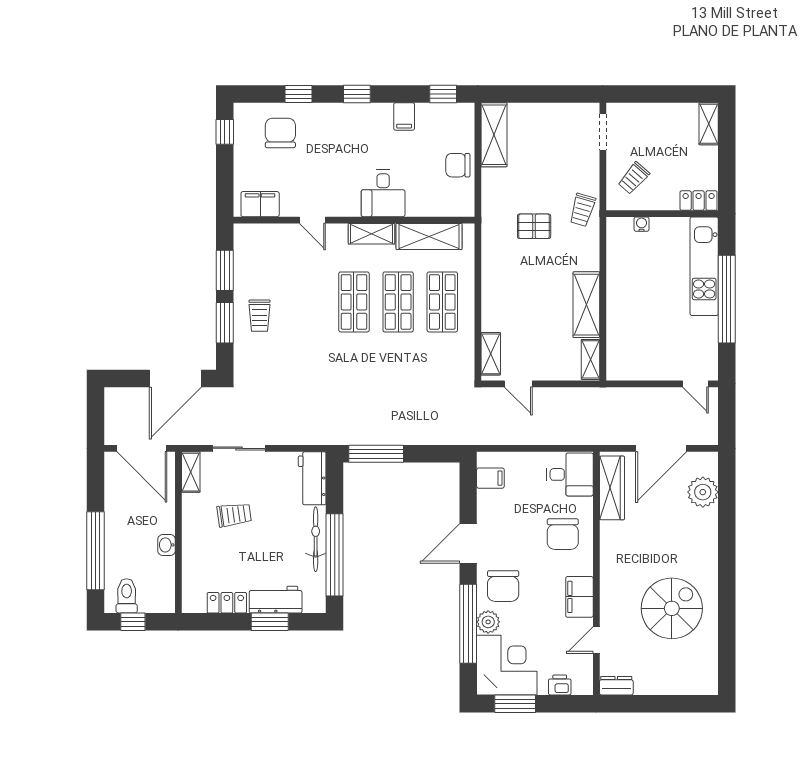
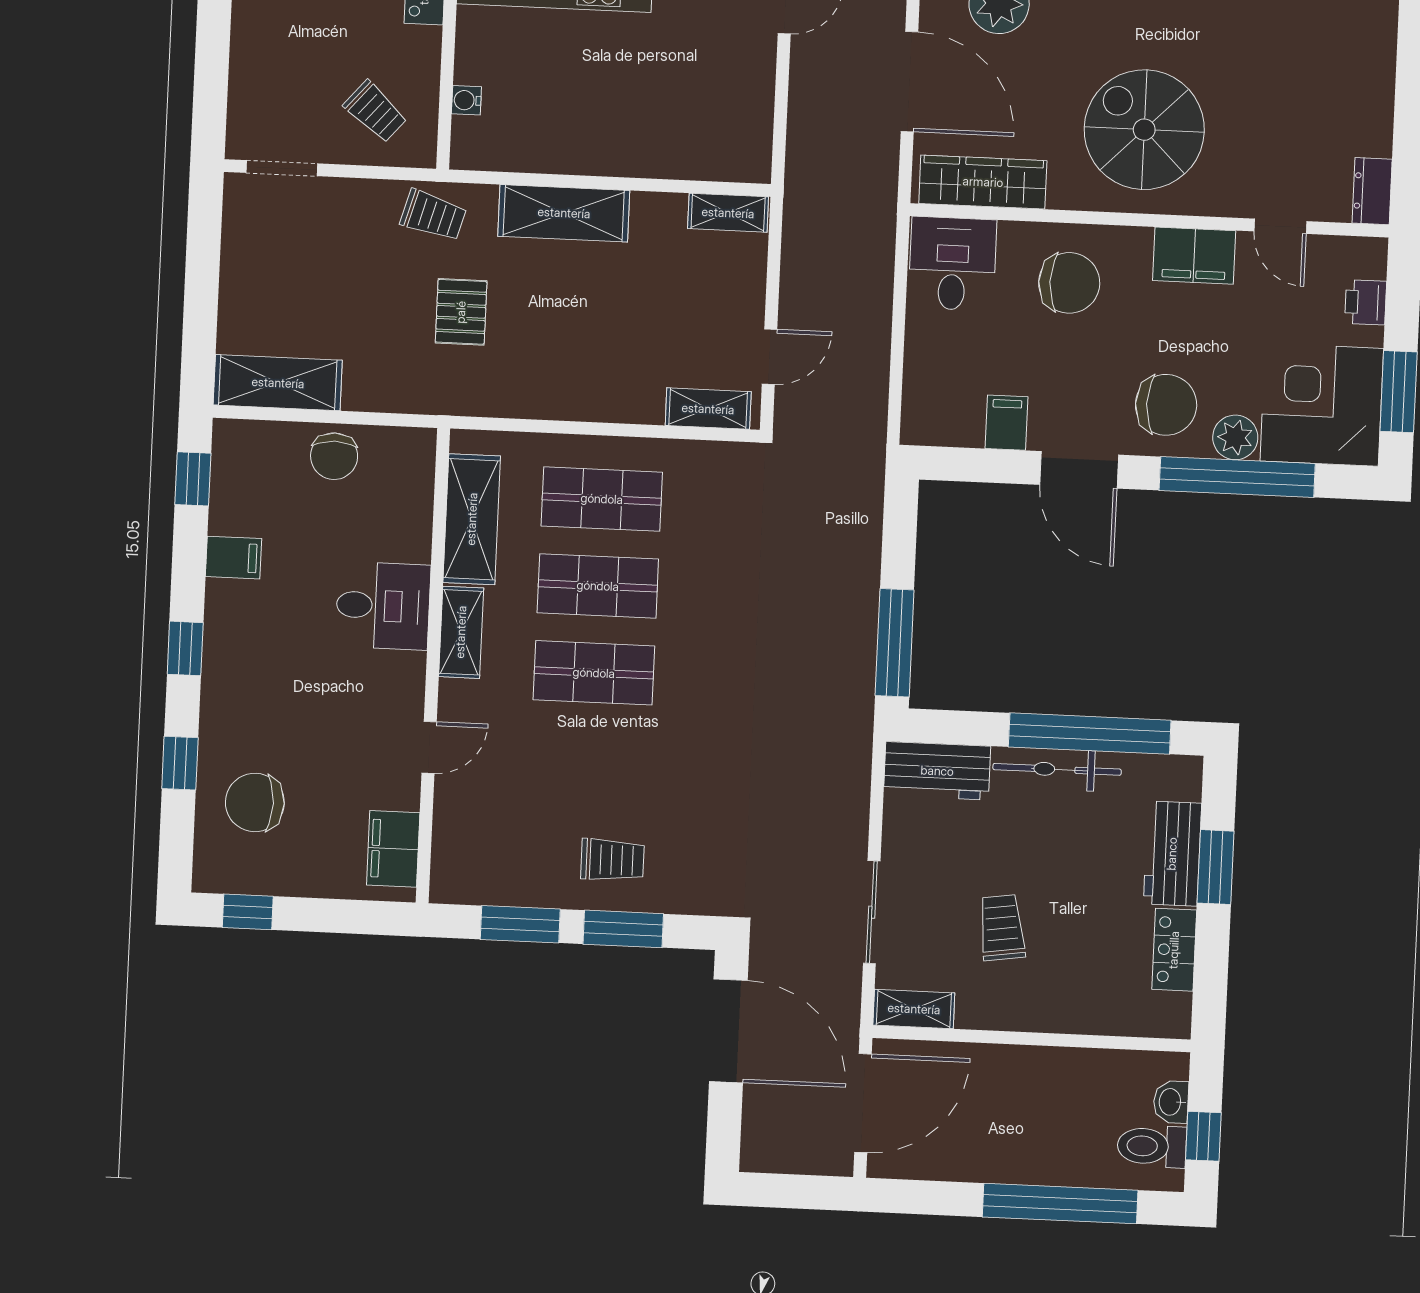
shelving: (586, 305) -> (564, 213), moved
filing cabinet: (490, 478) -> (1007, 423), moved
washbasin: (167, 545) -> (1171, 1102), moved, turned 90
spiral stairs: (672, 608) -> (1144, 130), moved

